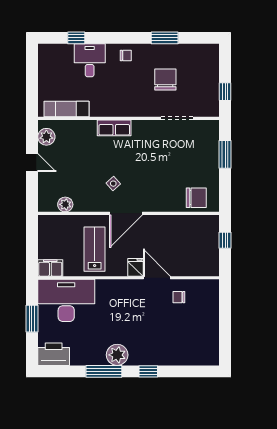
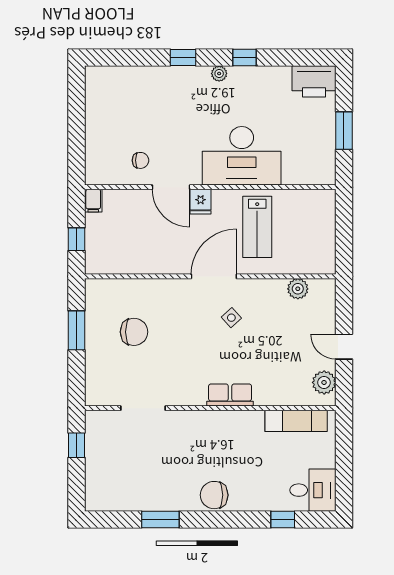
chair: (126, 56) -> (214, 495), width x1.87, depth x1.87
desk: (90, 60) -> (313, 490), moved, turned -90
chair: (165, 79) -> (159, 462), removed
window: (225, 154) -> (77, 330), moved
chair: (196, 198) -> (134, 332), moved, turned 180
filing cabinet: (50, 268) -> (93, 201), moved, width x0.50
desk: (66, 300) -> (242, 156), moved
plant: (117, 355) -> (219, 74), width x0.53, depth x0.53
window: (104, 371) -> (244, 58), width x0.46

